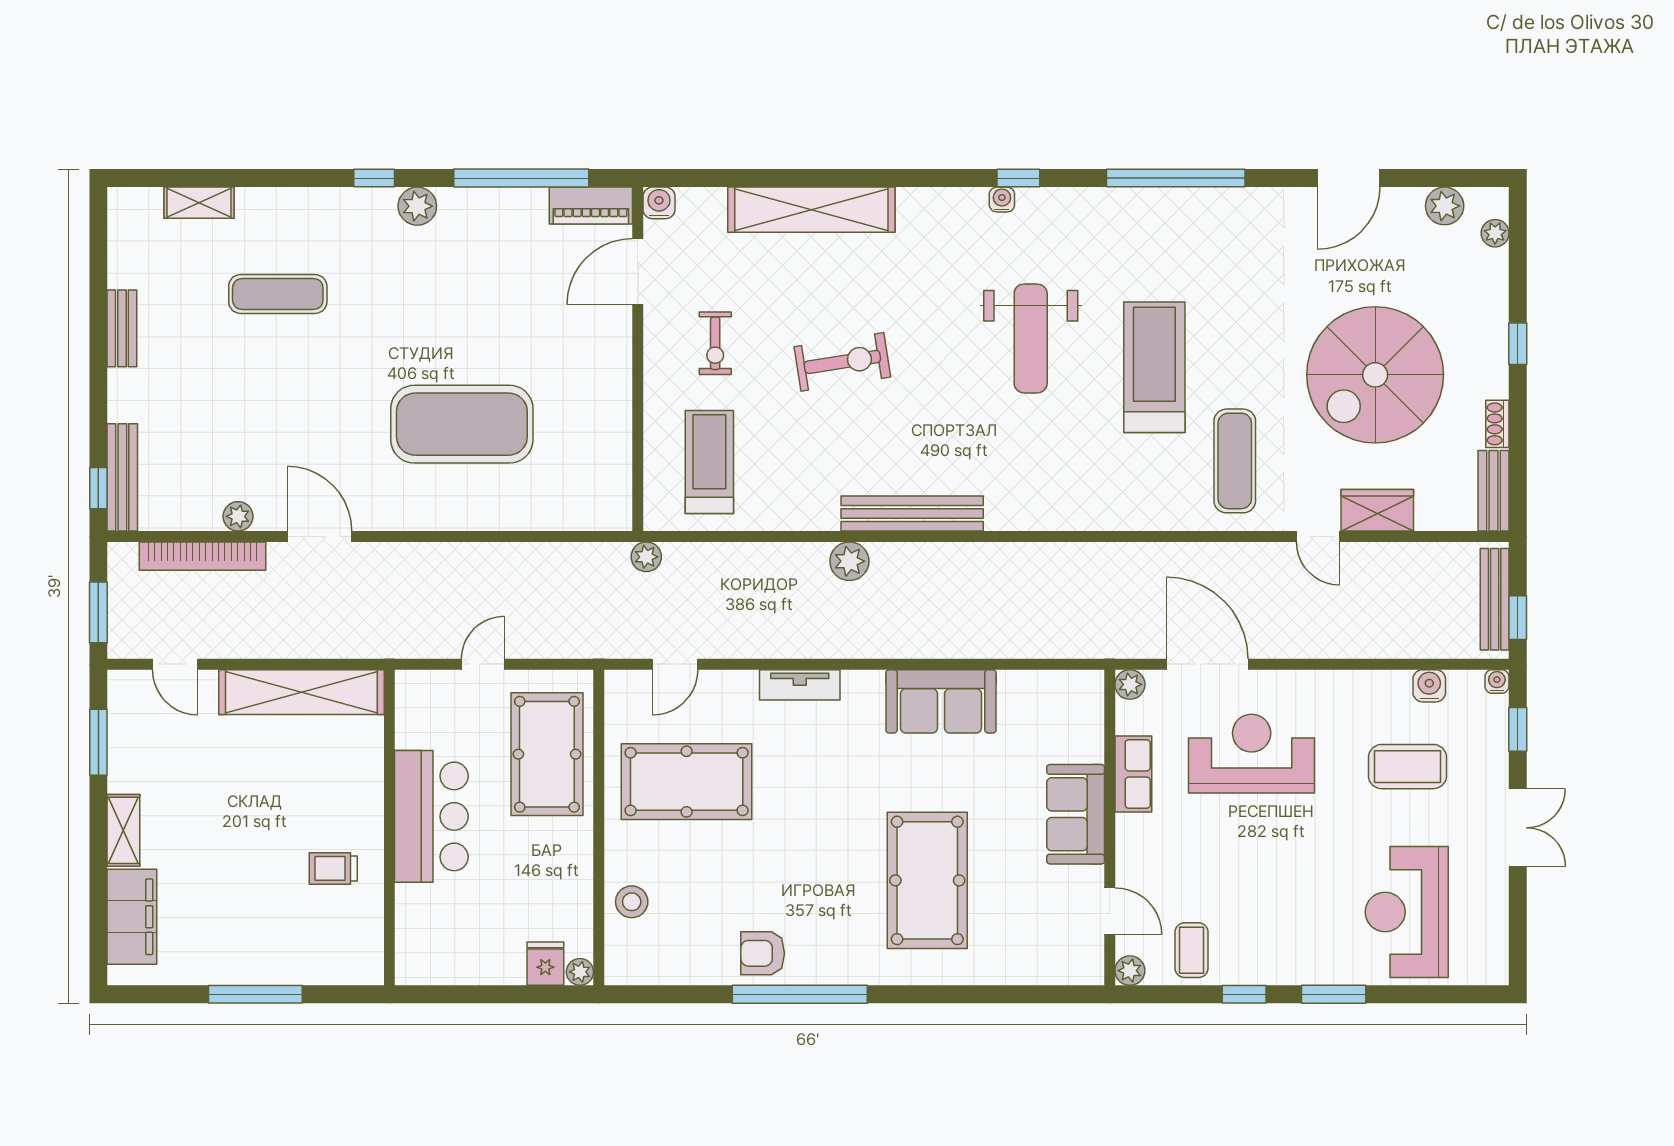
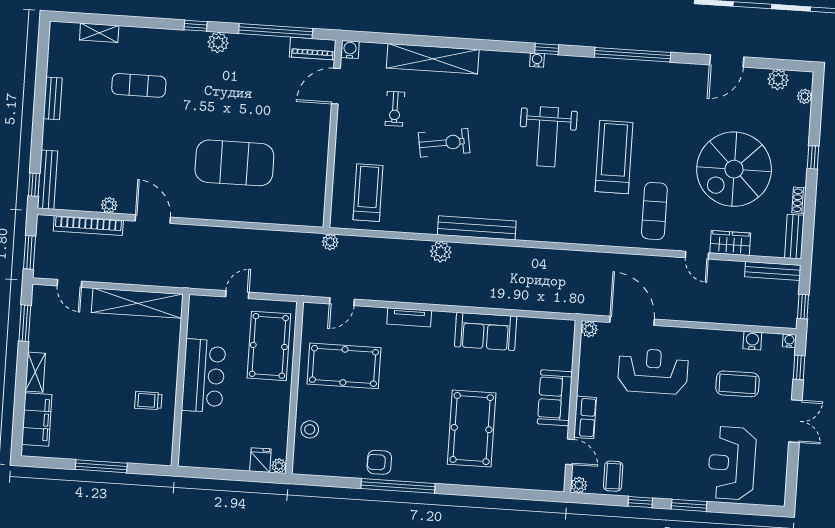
exercise bike: (715, 343) -> (395, 109), moved
bench: (1495, 599) -> (773, 271), moved, turned 90
row of seats: (1133, 774) -> (585, 417), moved

